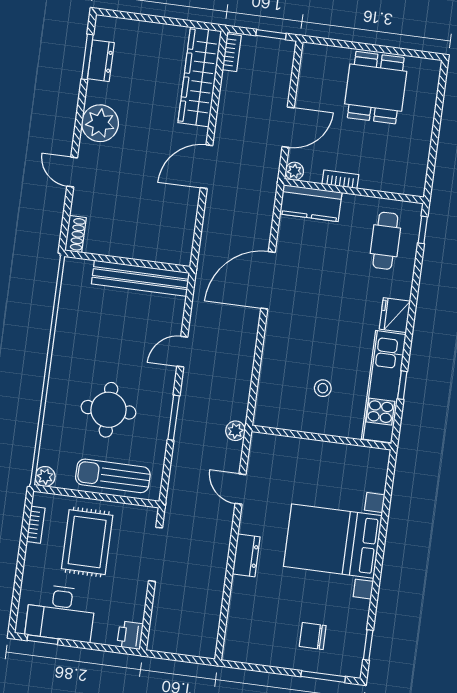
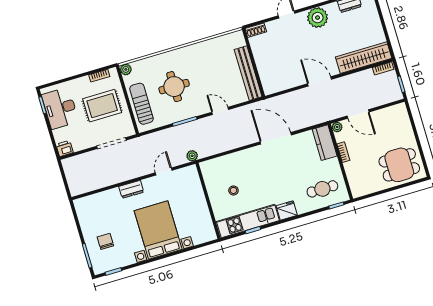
dining table: (376, 88) -> (399, 165), moved

